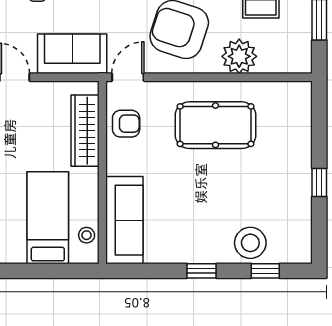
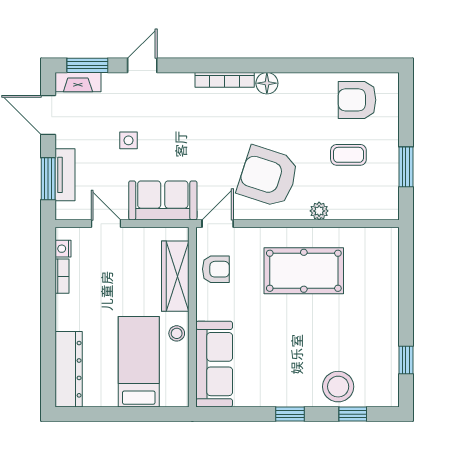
plant: (239, 56) -> (319, 211), width x0.53, depth x0.53
window: (319, 183) -> (406, 360), moved
stool: (87, 235) -> (177, 333), moved

